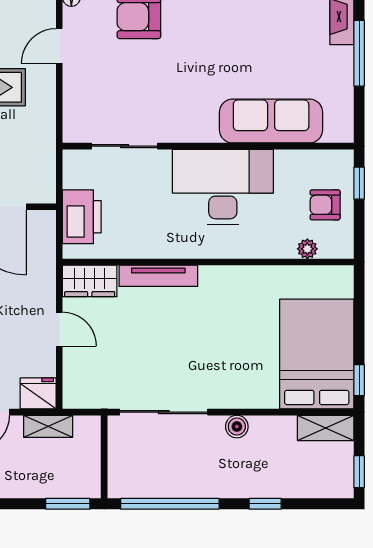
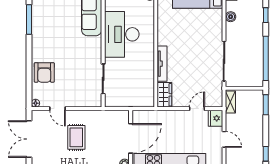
printer: (82, 217) -> (135, 98), removed
door: (59, 329) -> (197, 109), moved
shelving: (48, 426) -> (230, 102), moved
boiler: (237, 427) -> (231, 17), moved

